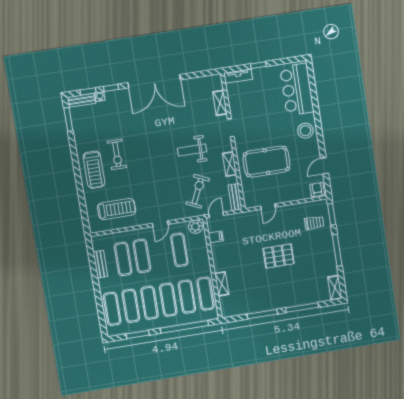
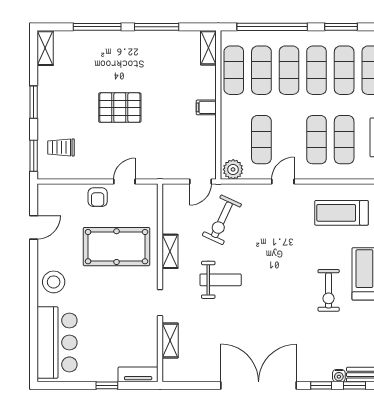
exercise bike: (117, 154) -> (329, 290), turned 180
armchair: (317, 190) -> (98, 197), moved
bench: (235, 197) -> (169, 203), removed
filing cabinet: (216, 237) -> (206, 107), moved
window: (337, 250) -> (34, 102), width x0.69
shelving: (222, 284) -> (208, 48), moved

